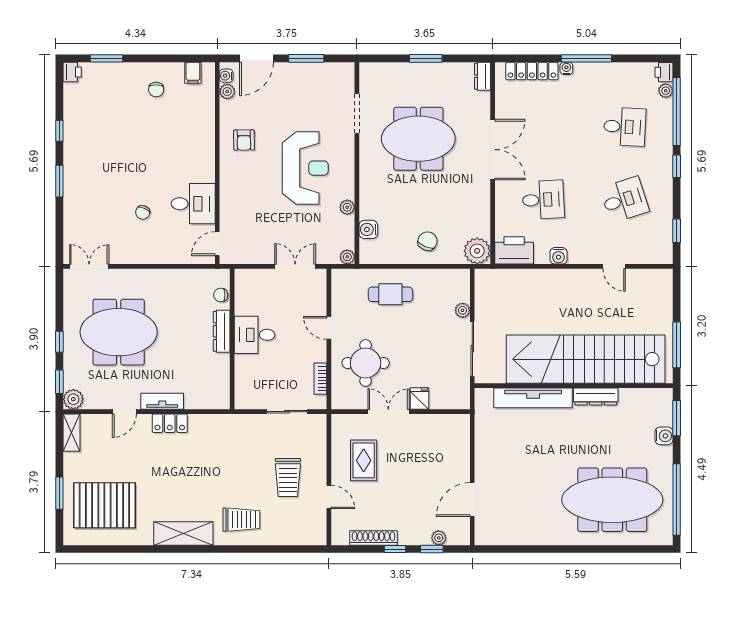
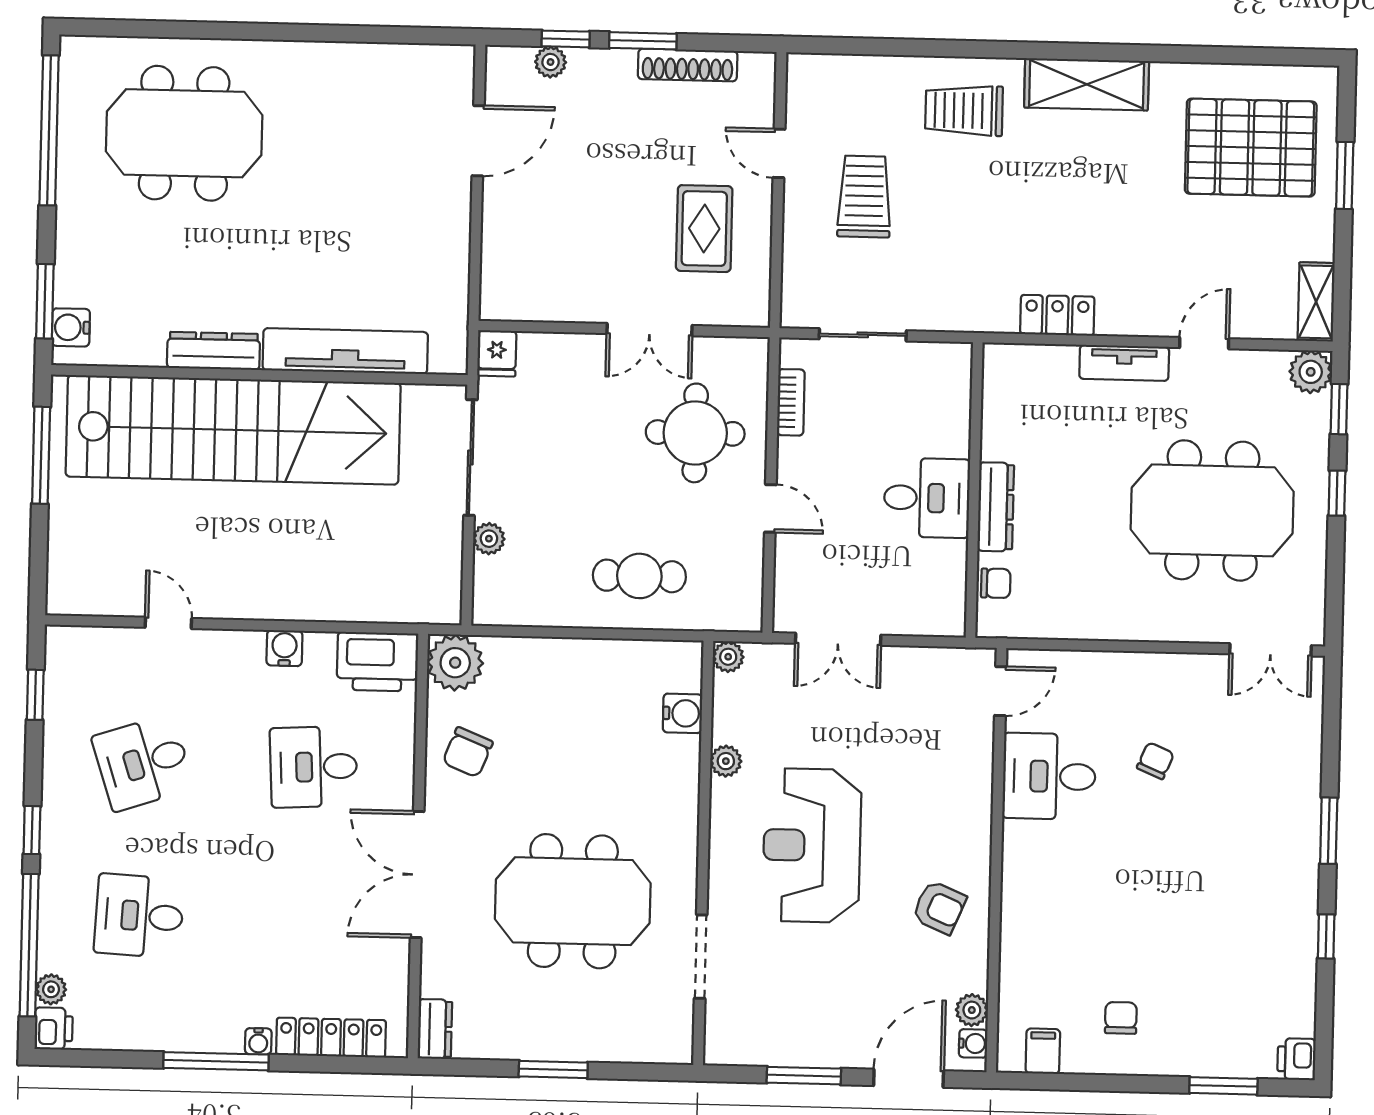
armchair: (244, 140) -> (939, 907), turned 114
chair: (427, 241) -> (468, 752), moved
fridge: (420, 399) -> (497, 353), moved
locker: (170, 423) -> (1057, 315), moved
water cooler: (664, 436) -> (71, 327), moved
meeting table: (612, 500) -> (184, 133), width x0.73
window: (395, 549) -> (643, 41), width x1.50

